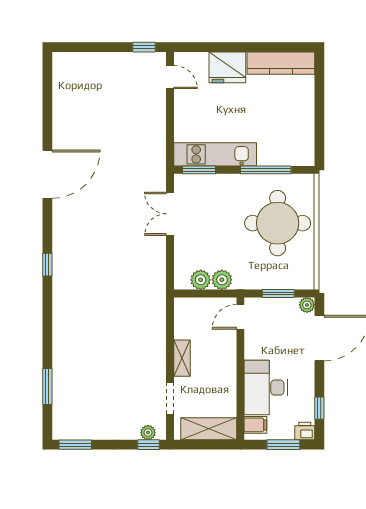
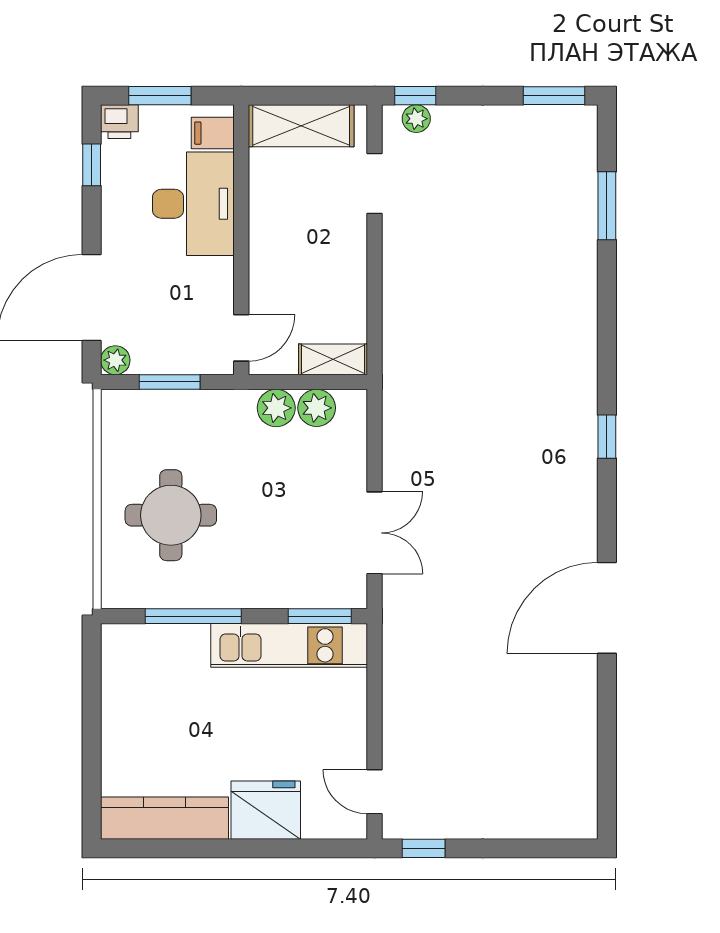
round table: (278, 223) -> (171, 515), width x0.73, depth x0.73
shelving: (182, 358) -> (333, 359), moved, turned 90

